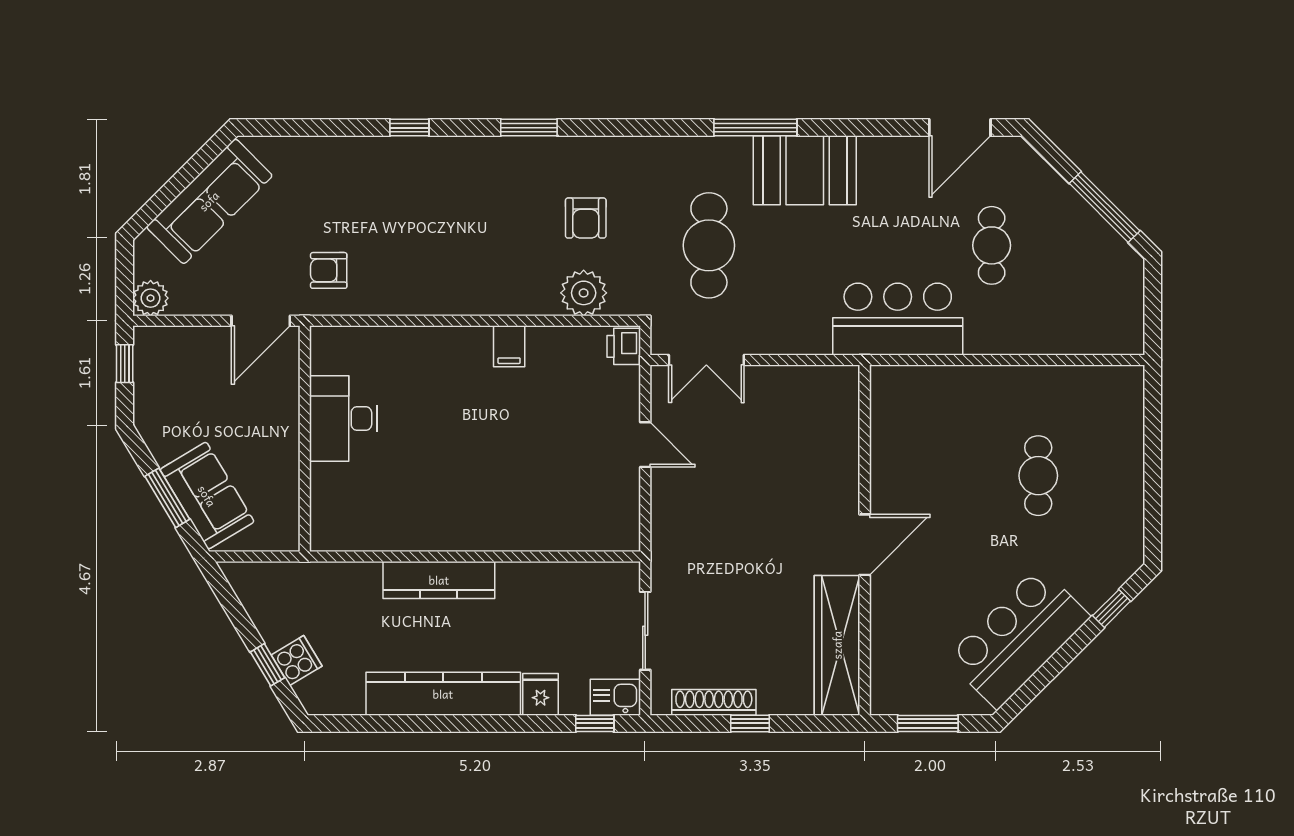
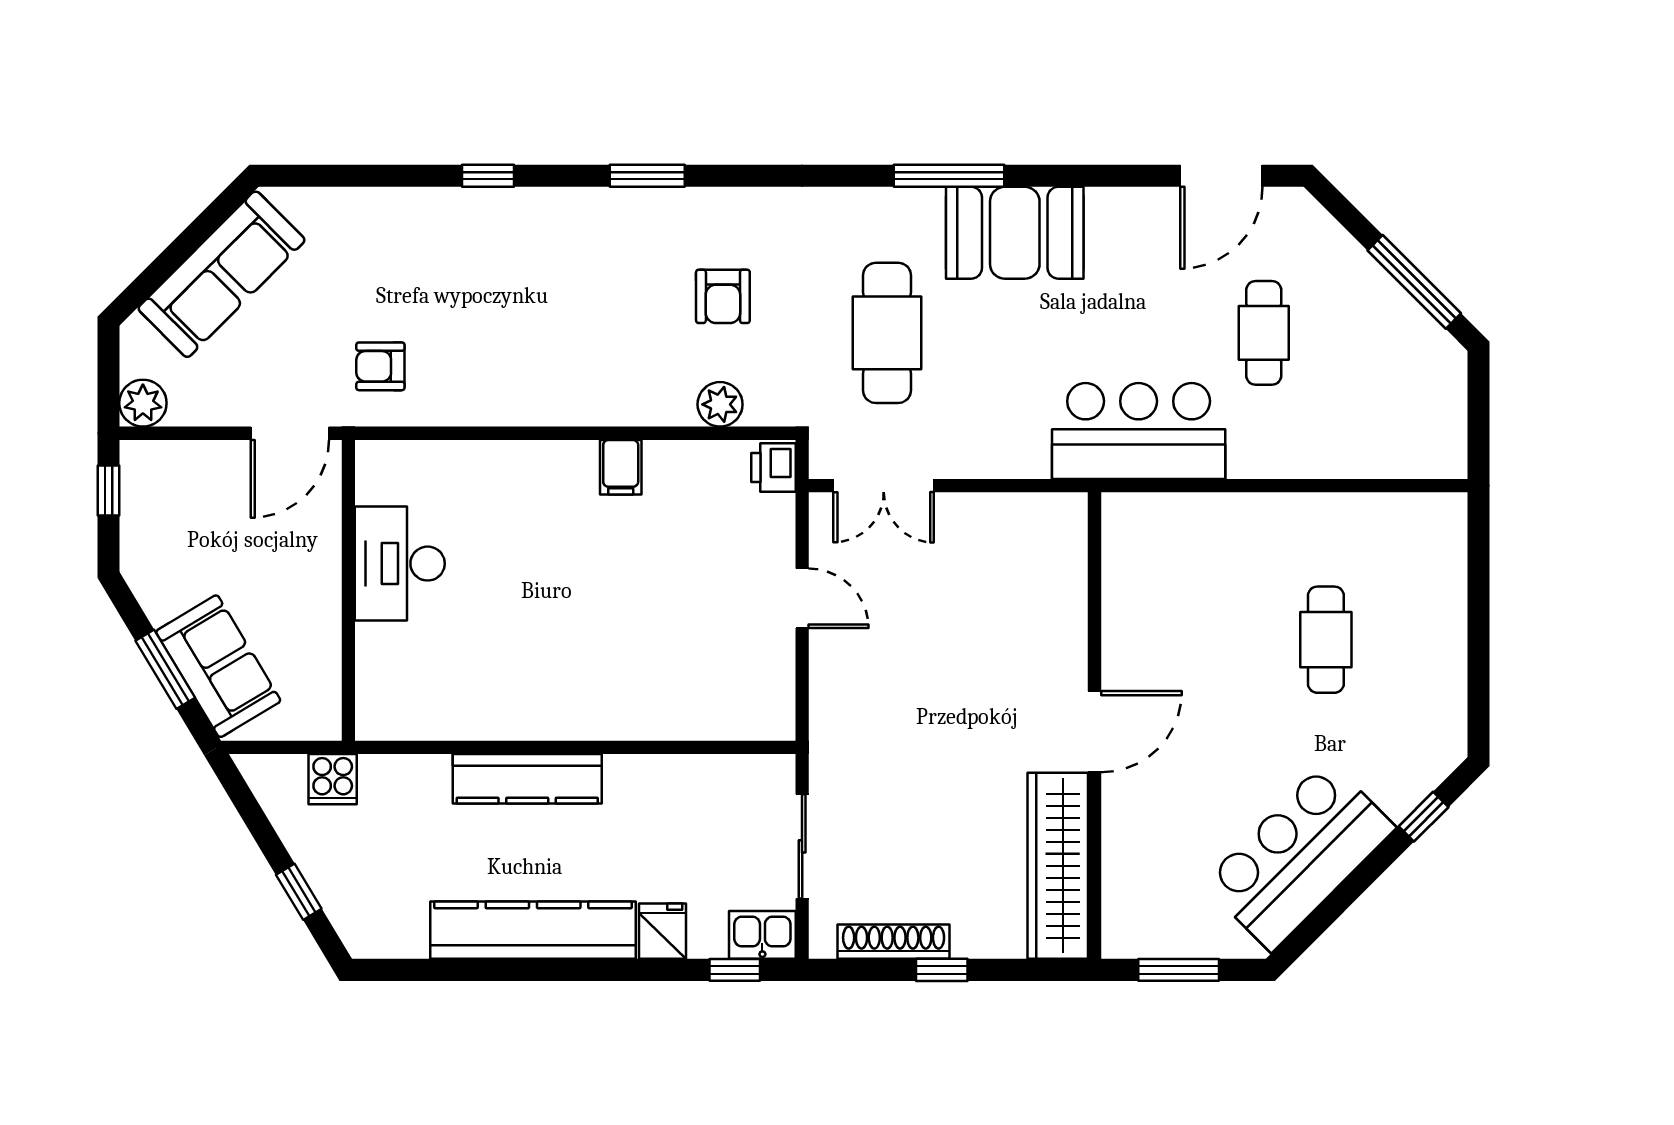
plant: (584, 293) -> (720, 404), width x0.73, depth x0.73
cooker: (297, 660) -> (333, 779), moved, turned 121

